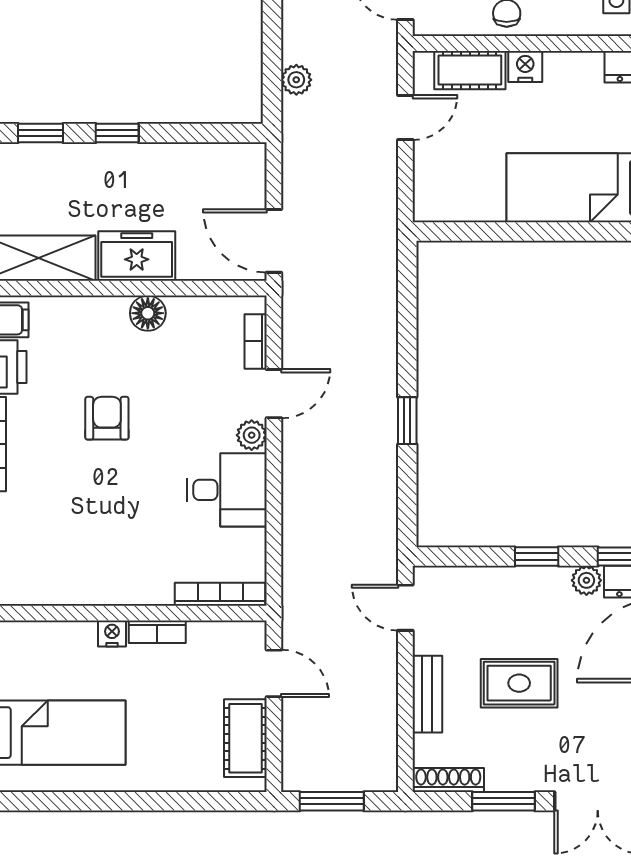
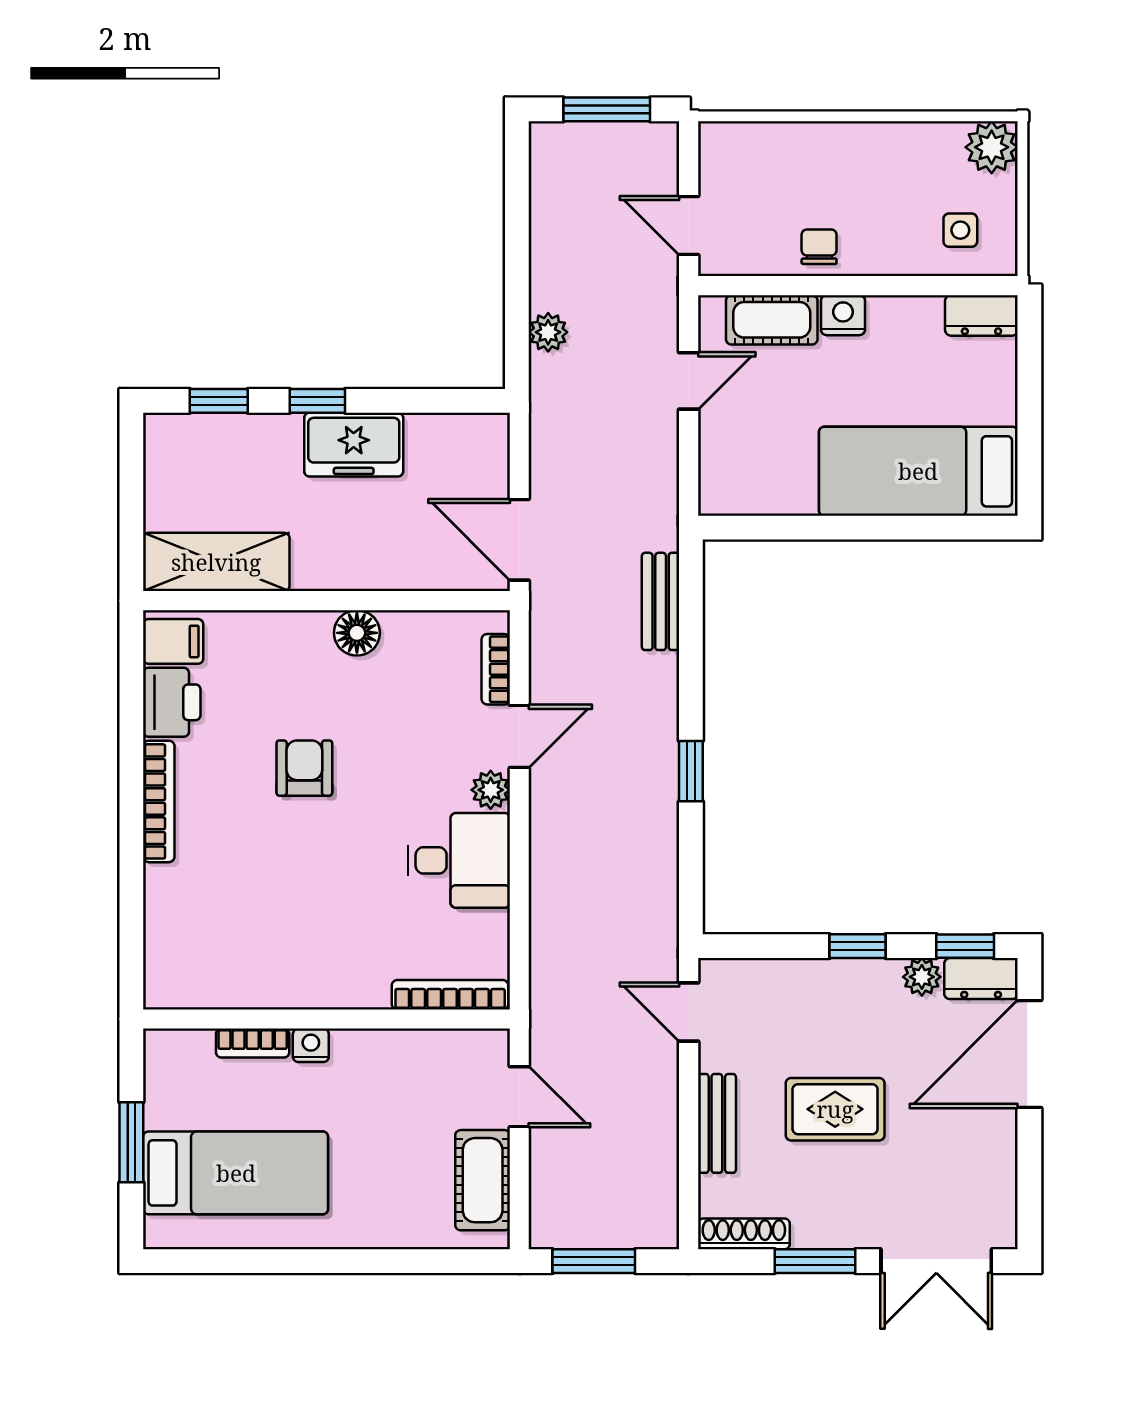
freezer: (137, 256) -> (354, 445), moved, turned 180
bench: (384, 289) -> (661, 601), added
bookcase: (157, 632) -> (253, 1043), moved

